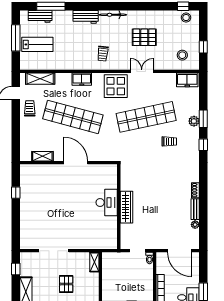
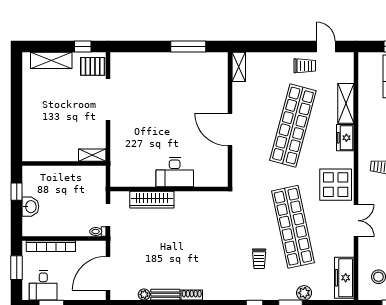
shelving: (40, 79) -> (346, 103), moved
freezer: (187, 80) -> (344, 278), width x1.40
plant: (194, 121) -> (304, 293), moved
shelving: (42, 156) -> (239, 67), moved
door: (76, 163) -> (230, 130), swing flipped
window: (16, 193) -> (188, 46), width x2.17
wardrobe: (126, 207) -> (152, 200), moved
pallet: (66, 284) -> (93, 66), moved

